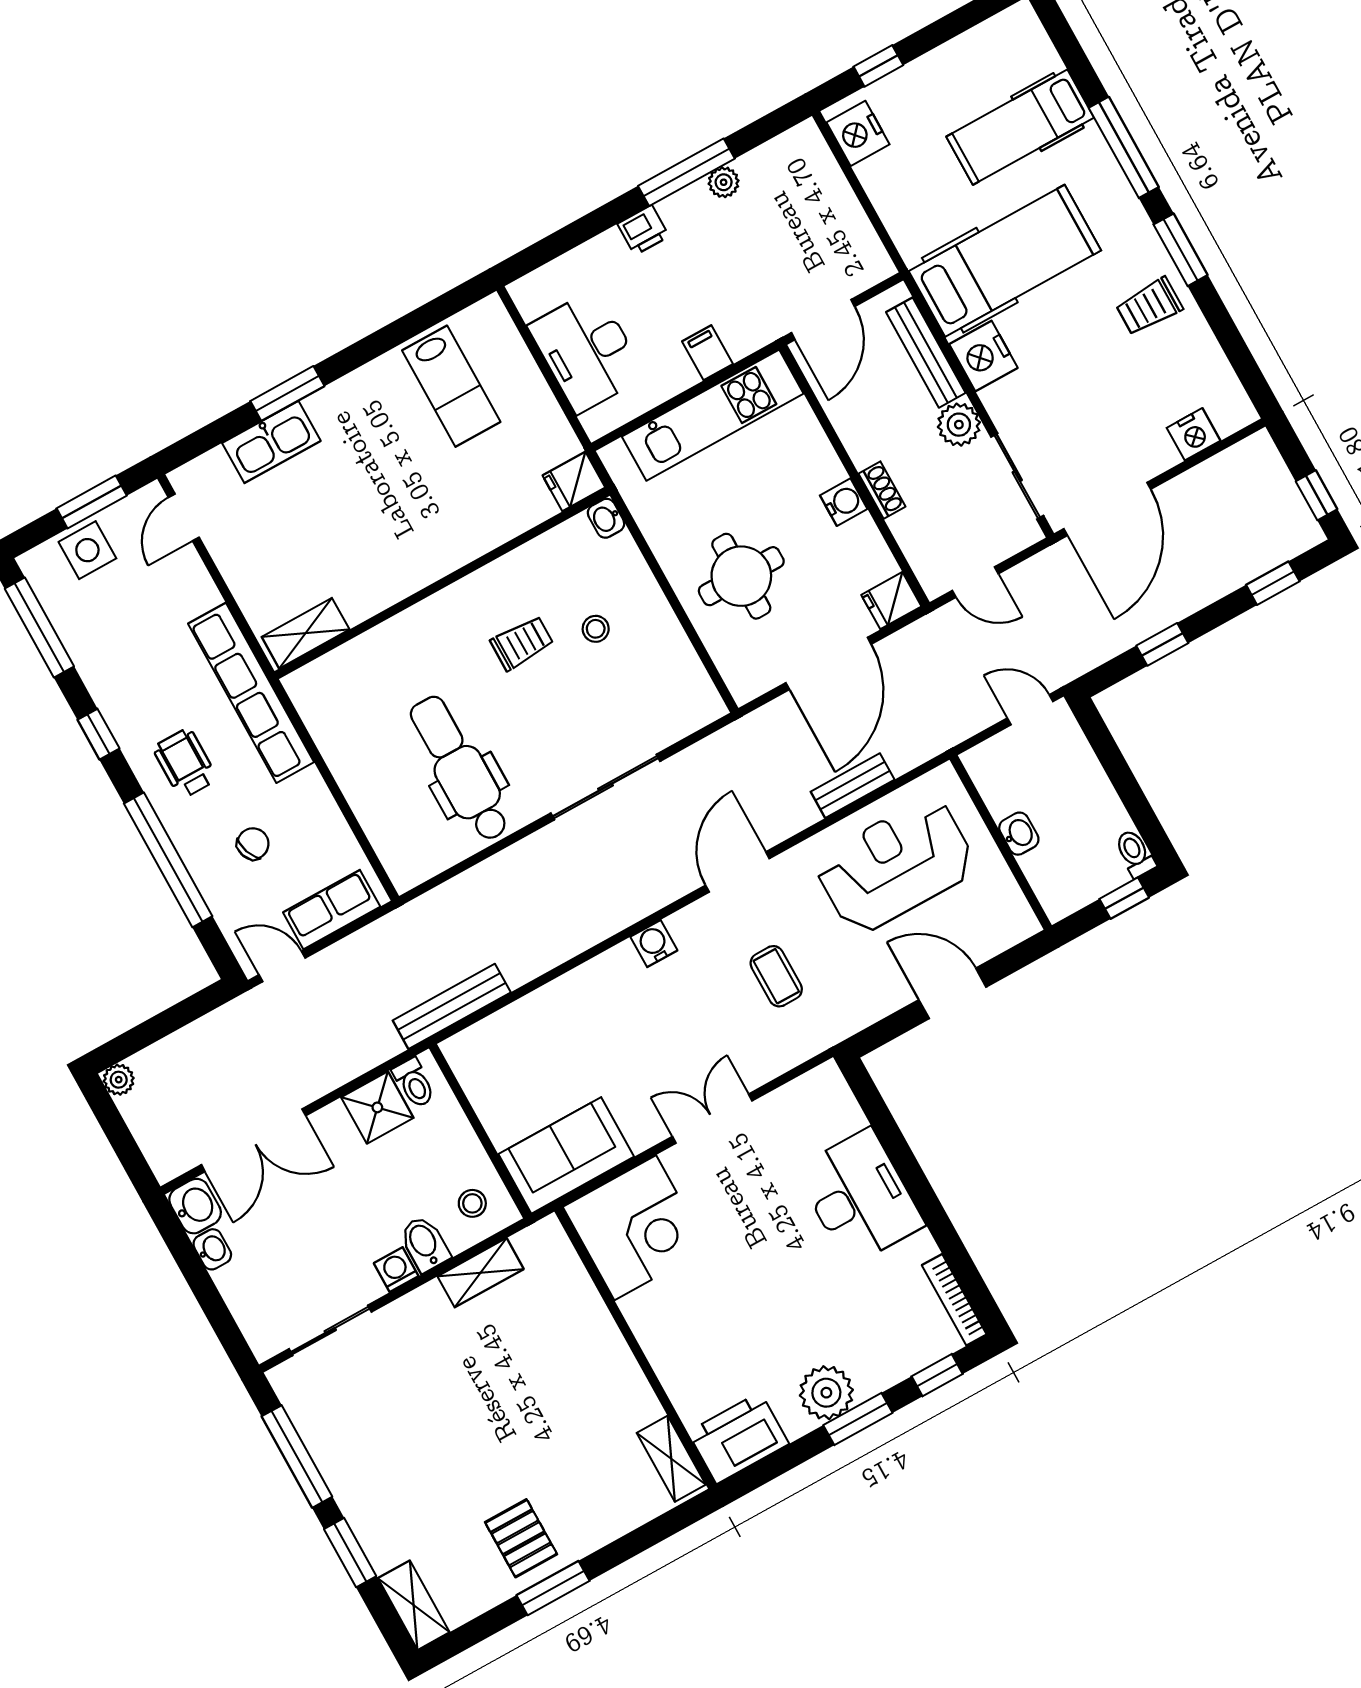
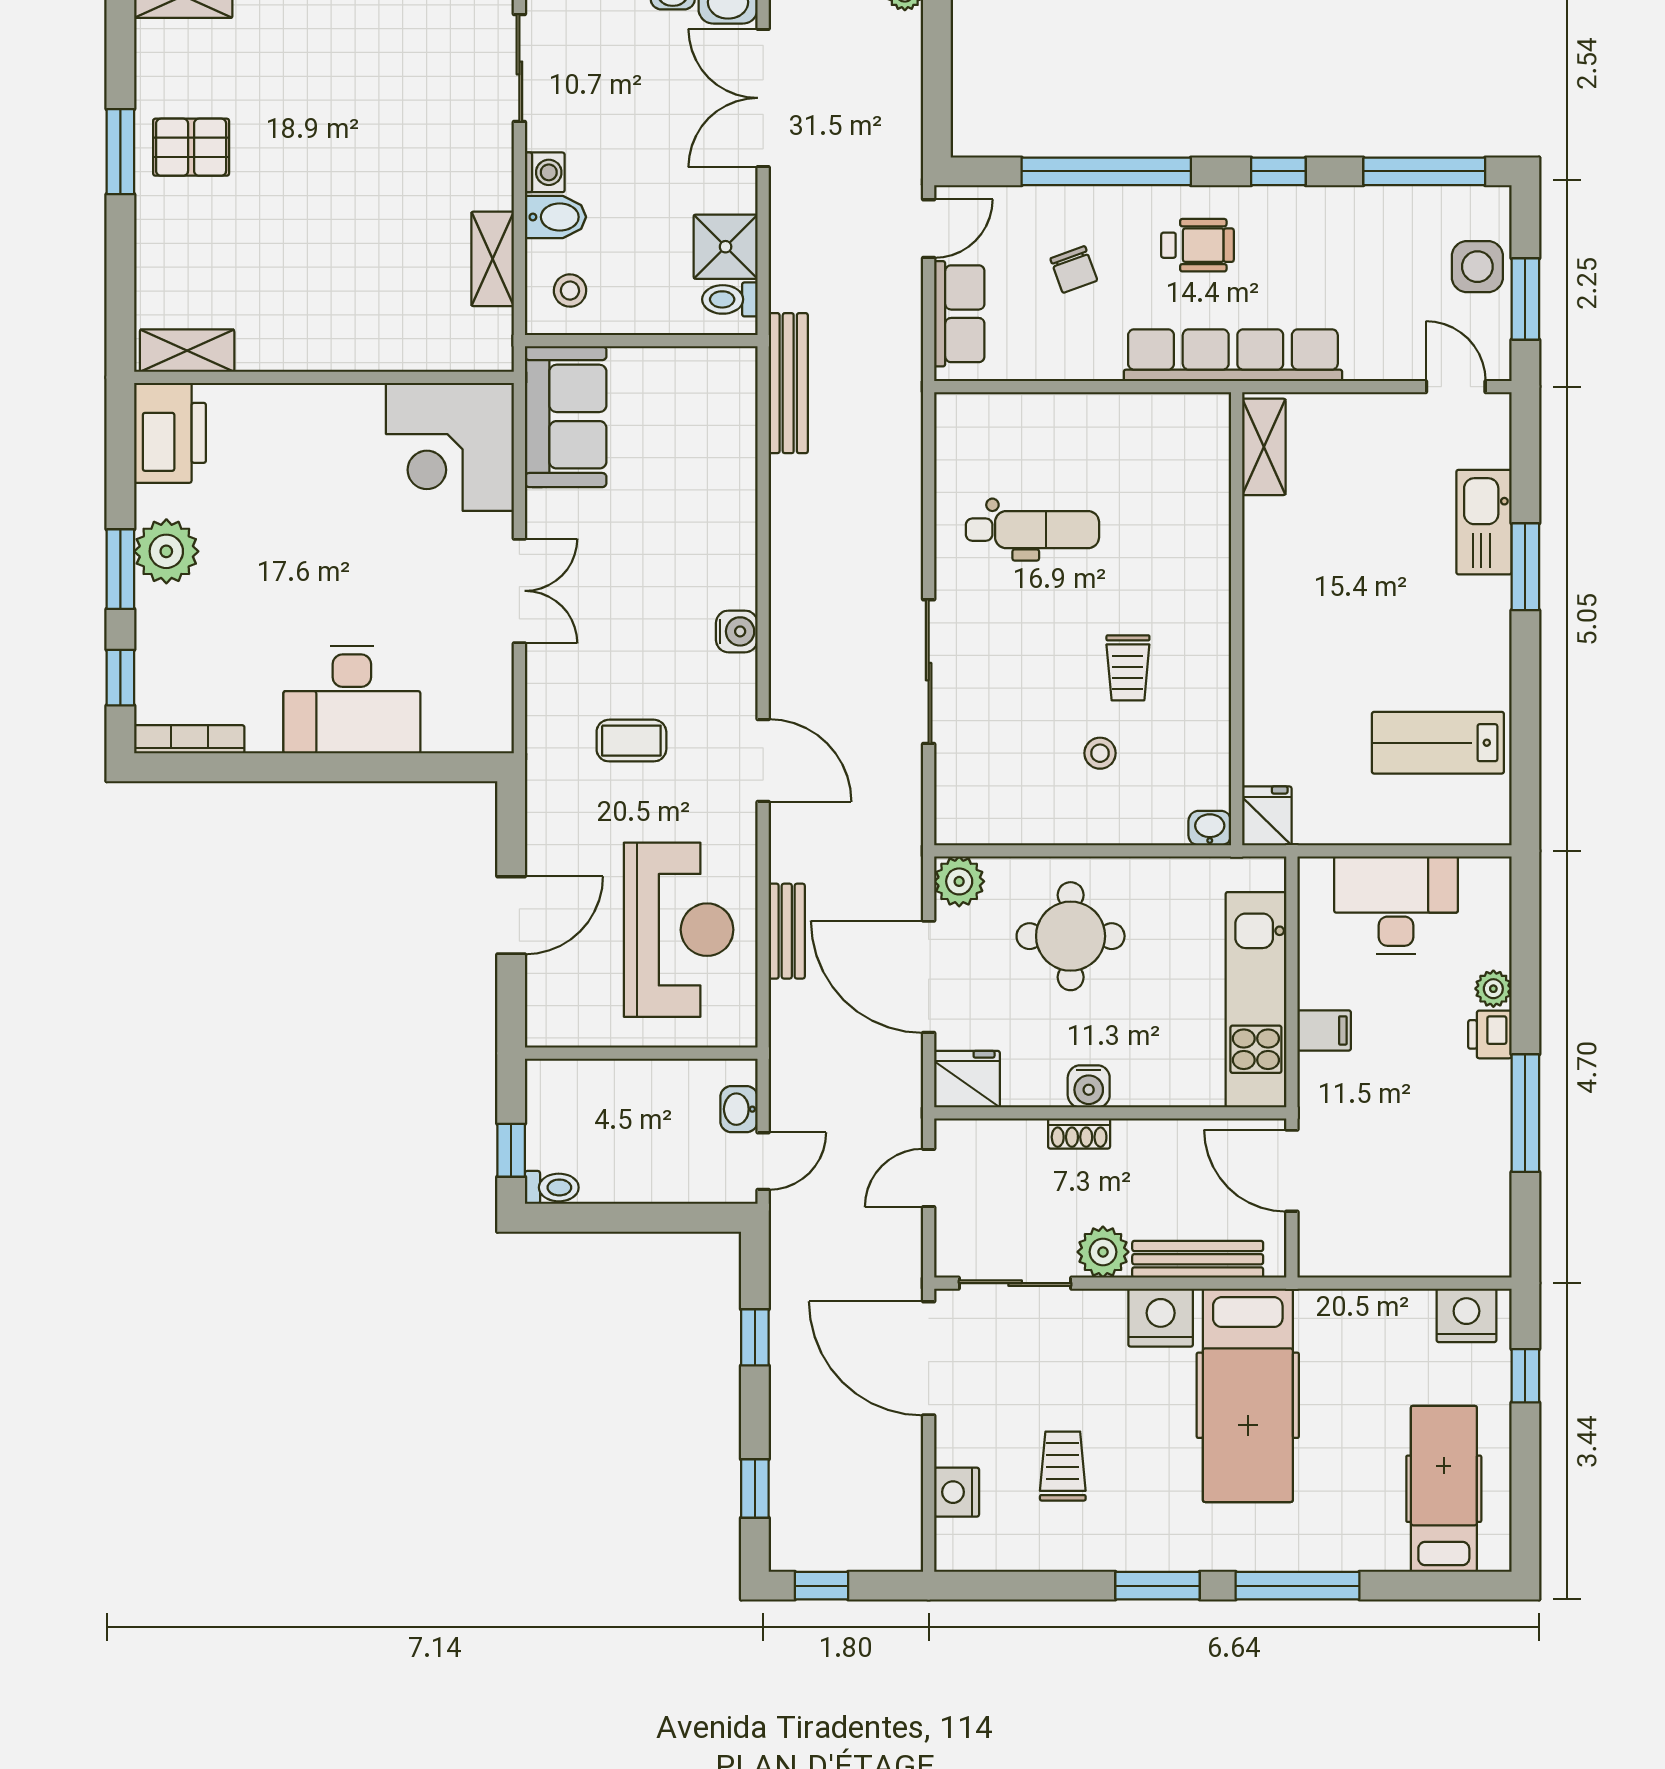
hospital bed: (1020, 127) -> (1444, 1489), moved
plant: (724, 182) -> (1493, 989), moved
trolley: (1149, 306) -> (1063, 1466), moved
fridge: (891, 601) -> (967, 1079), width x1.38
plant: (746, 680) -> (959, 881), added
dental chair: (460, 769) -> (1032, 530), width x0.73, depth x0.72
washbasin: (1019, 834) -> (739, 1109), moved, turned 90

